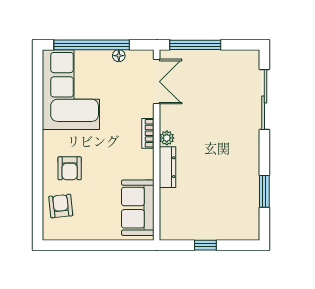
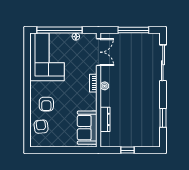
window: (195, 45) -> (133, 30), moved
dresser: (167, 167) -> (105, 119), moved

